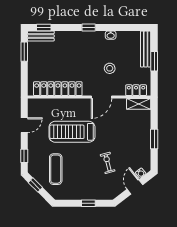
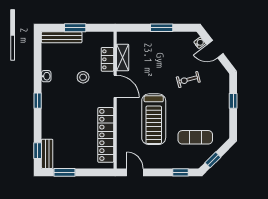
locker: (136, 90) -> (107, 59), moved
shelving: (139, 104) -> (123, 57), moved
door: (24, 125) -> (135, 172), moved

